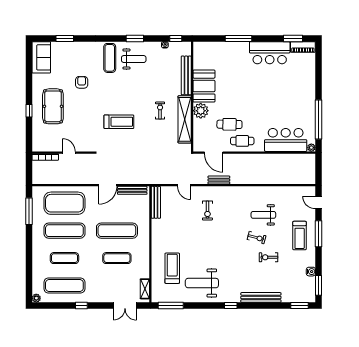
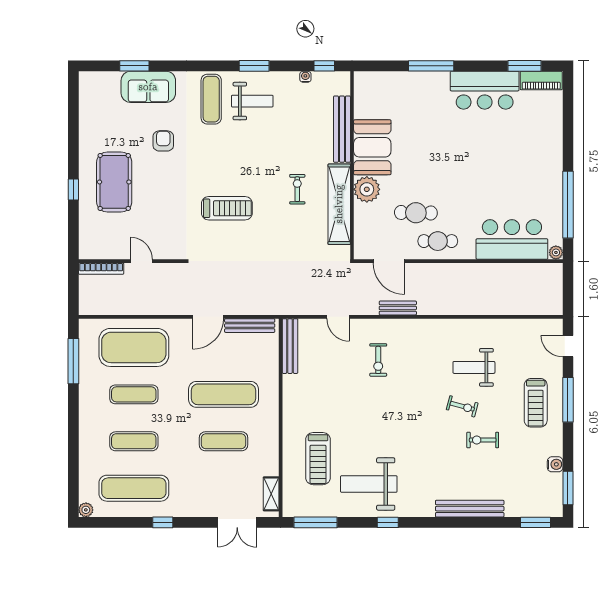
sofa: (41, 57) -> (148, 87), moved, turned 90
exercise mat: (64, 231) -> (134, 394), width x0.73, depth x0.69
treadmill: (172, 268) -> (318, 459), turned 180
window: (231, 305) -> (388, 522), moved

